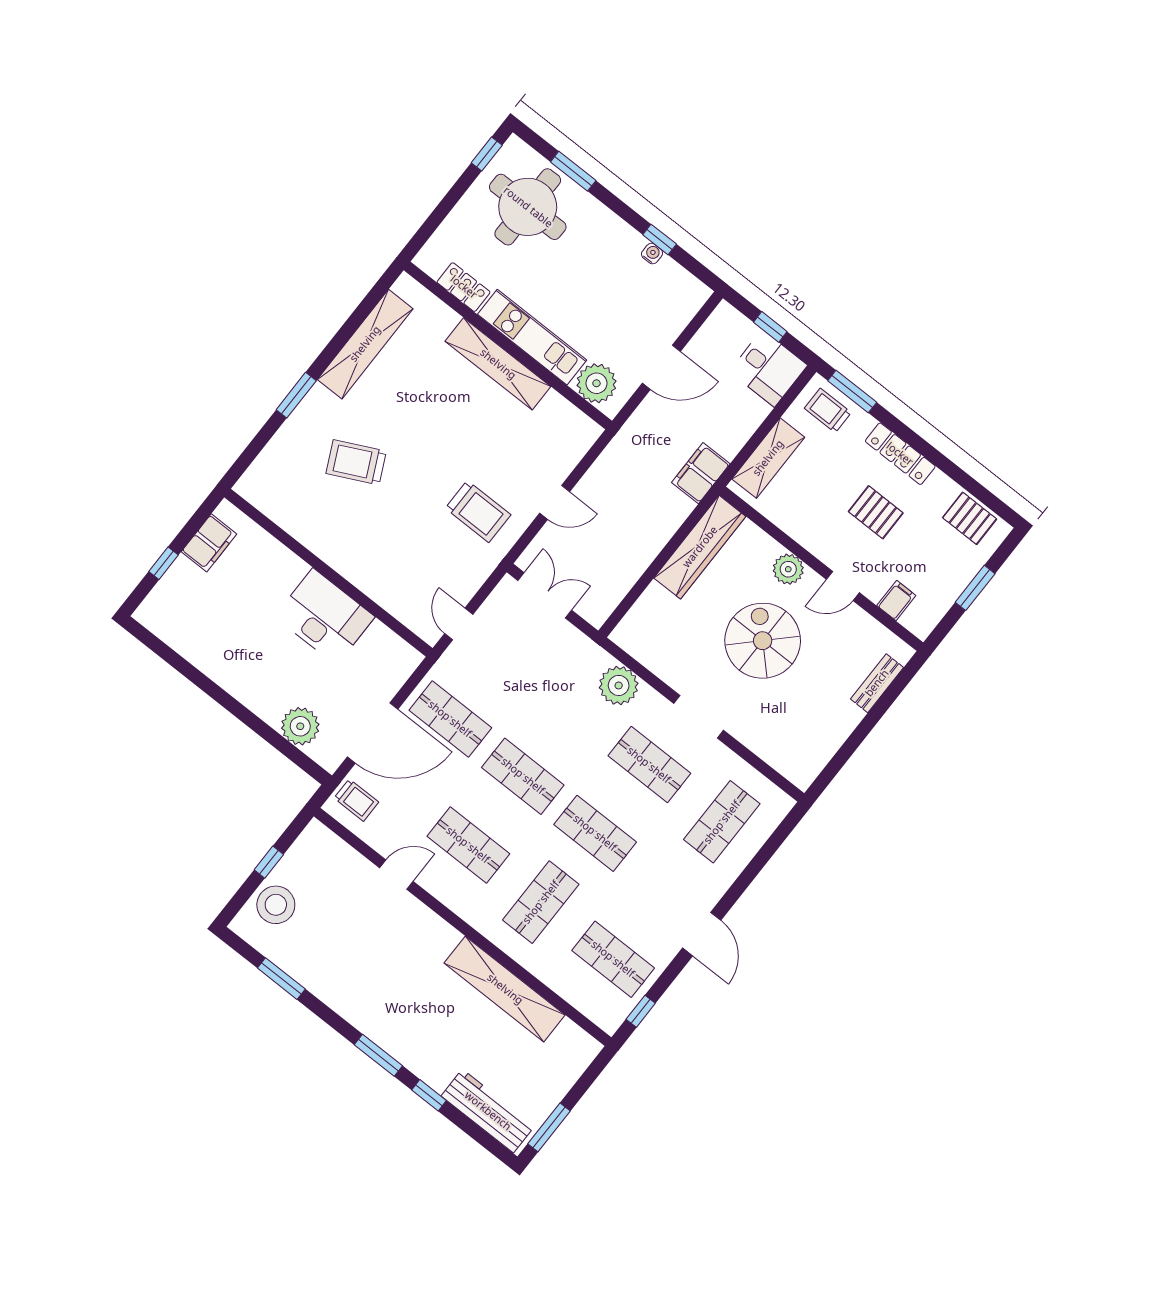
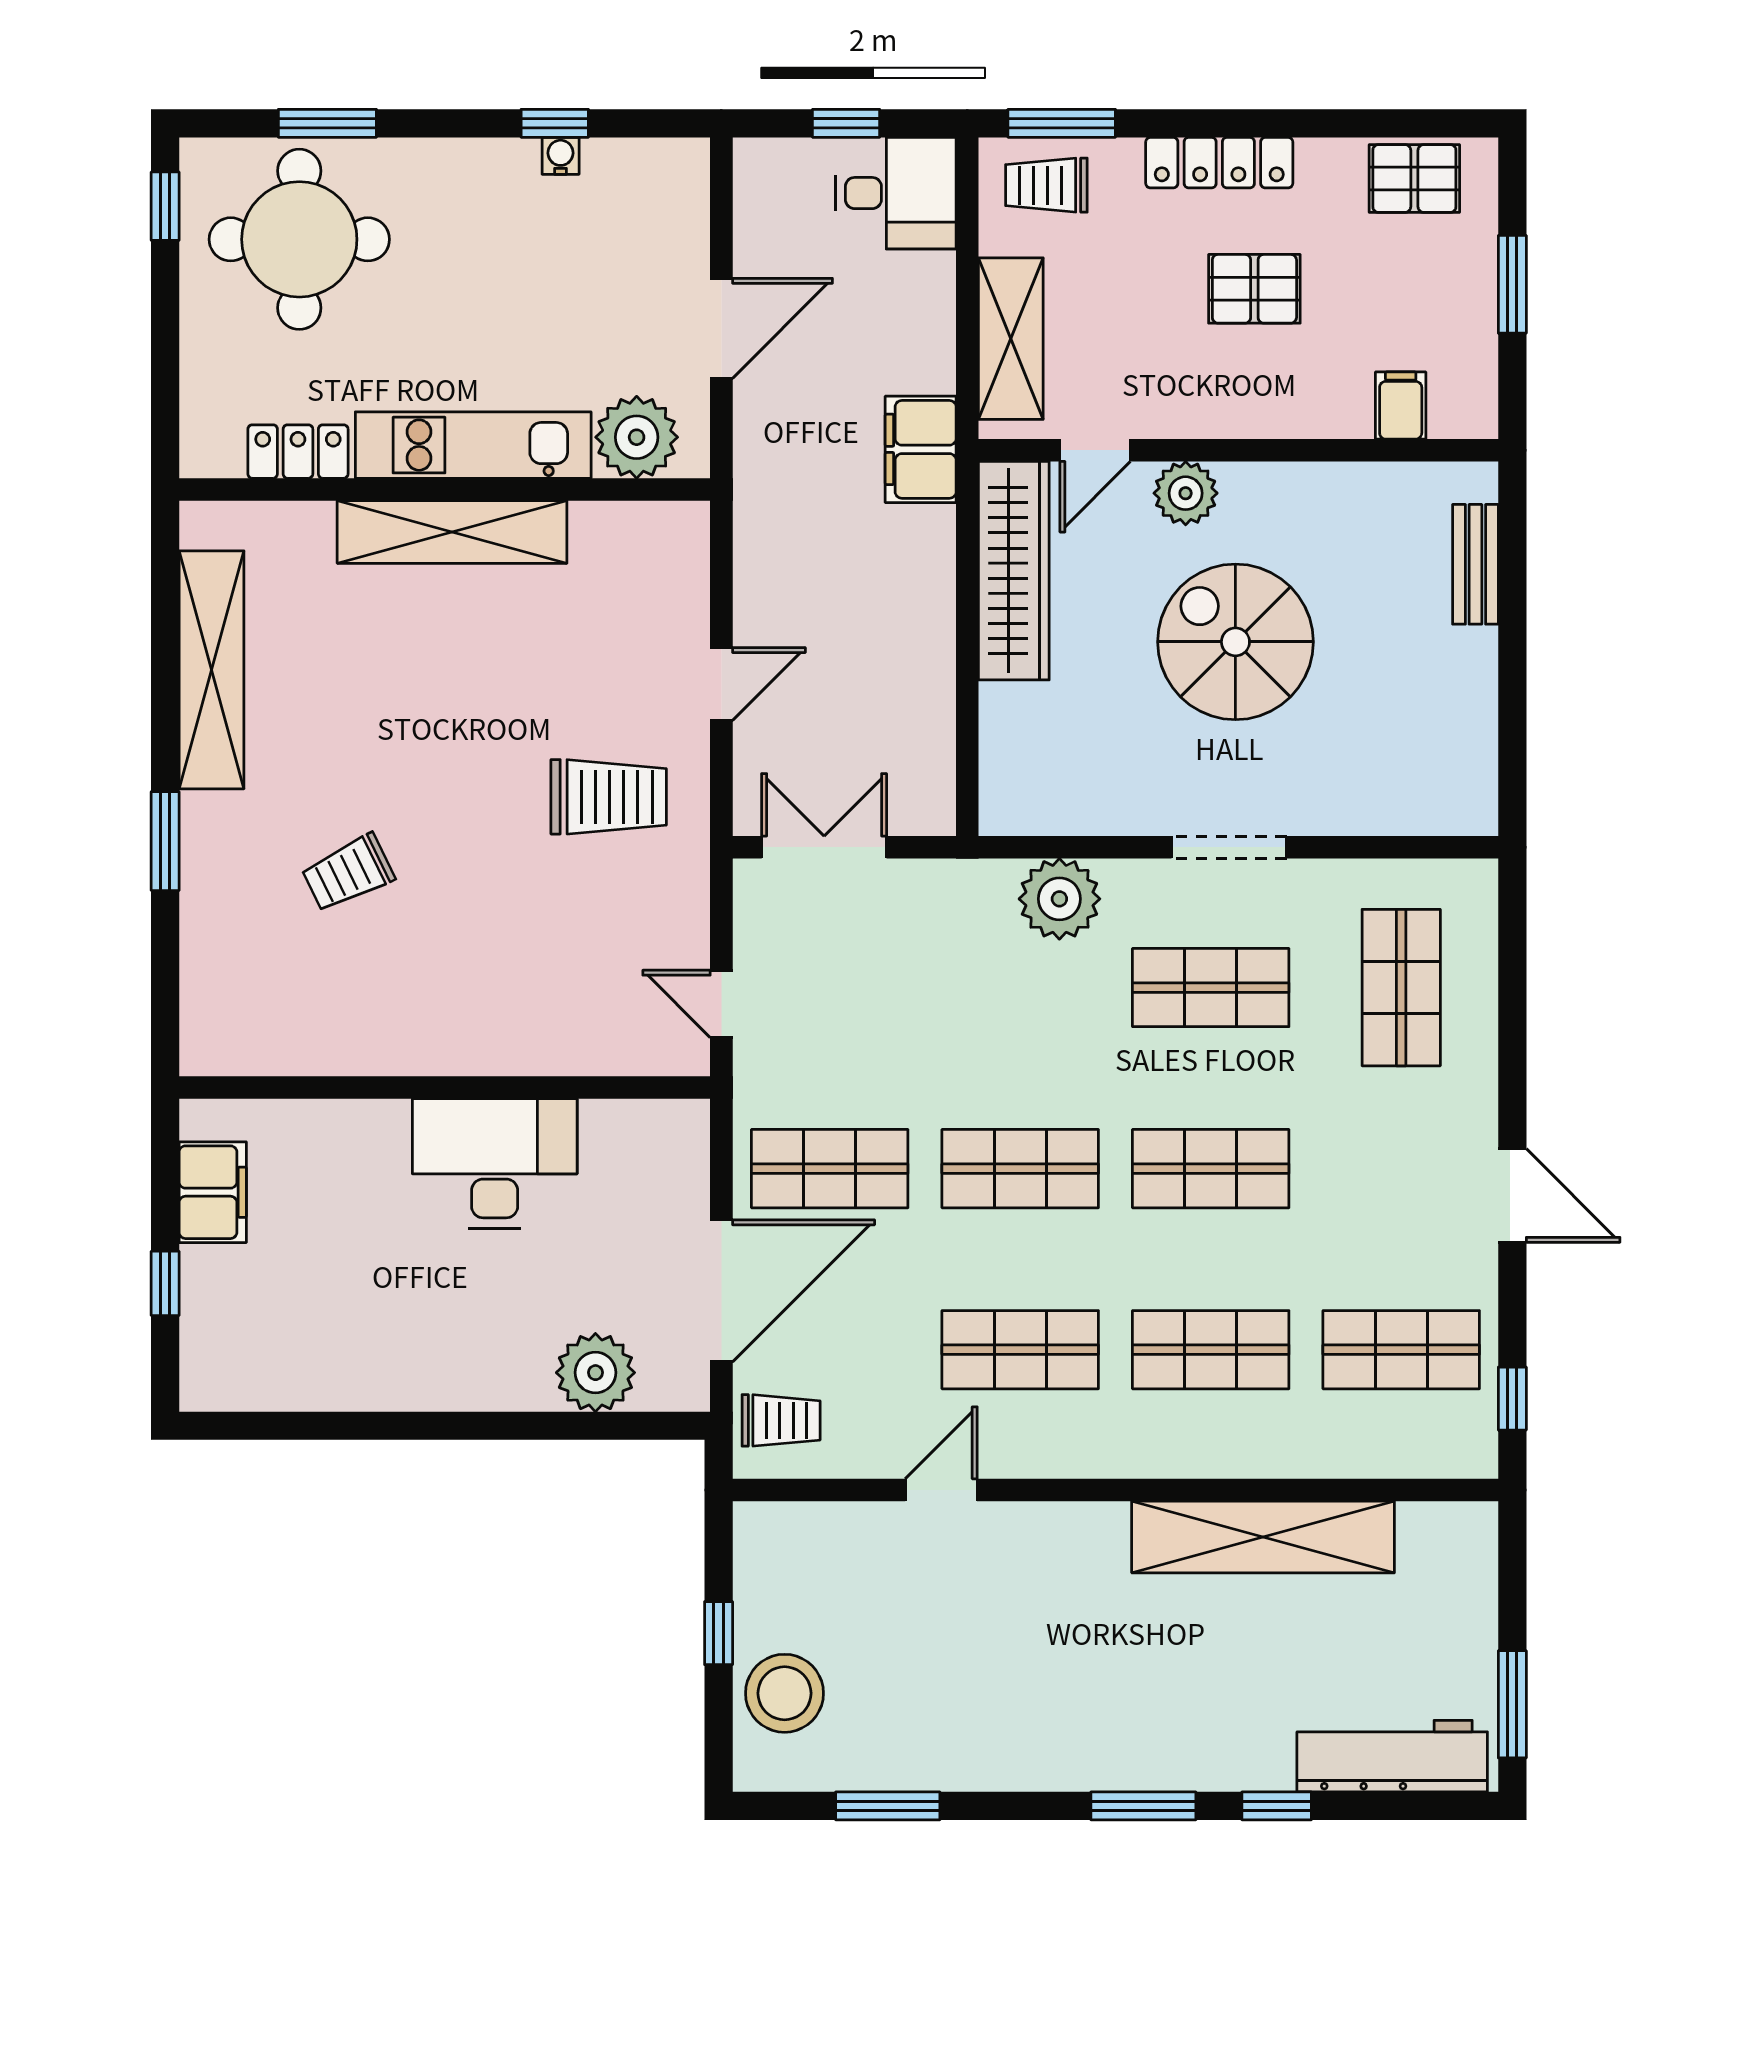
trolley: (356, 462) -> (348, 873), width x0.73, depth x0.72
door: (843, 586) -> (1095, 450), moved
shop shelf: (541, 902) -> (1211, 1350), turned 90

